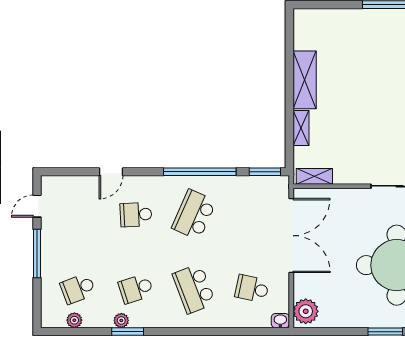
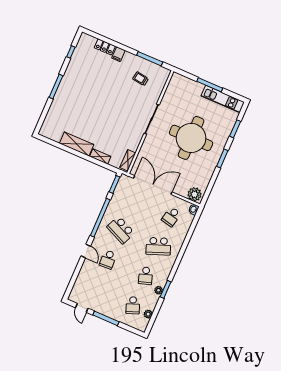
door: (111, 172) -> (86, 251), moved

